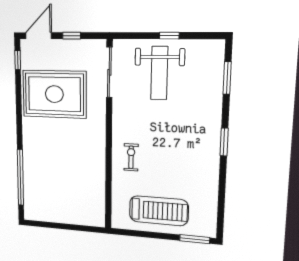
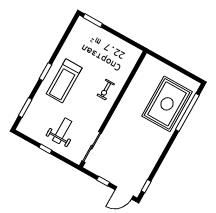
weight bench: (159, 73) -> (62, 131), width x0.73, depth x0.75
rug: (54, 94) -> (167, 104), moved, turned 90
treadmill: (159, 211) -> (64, 81), moved, turned -90

